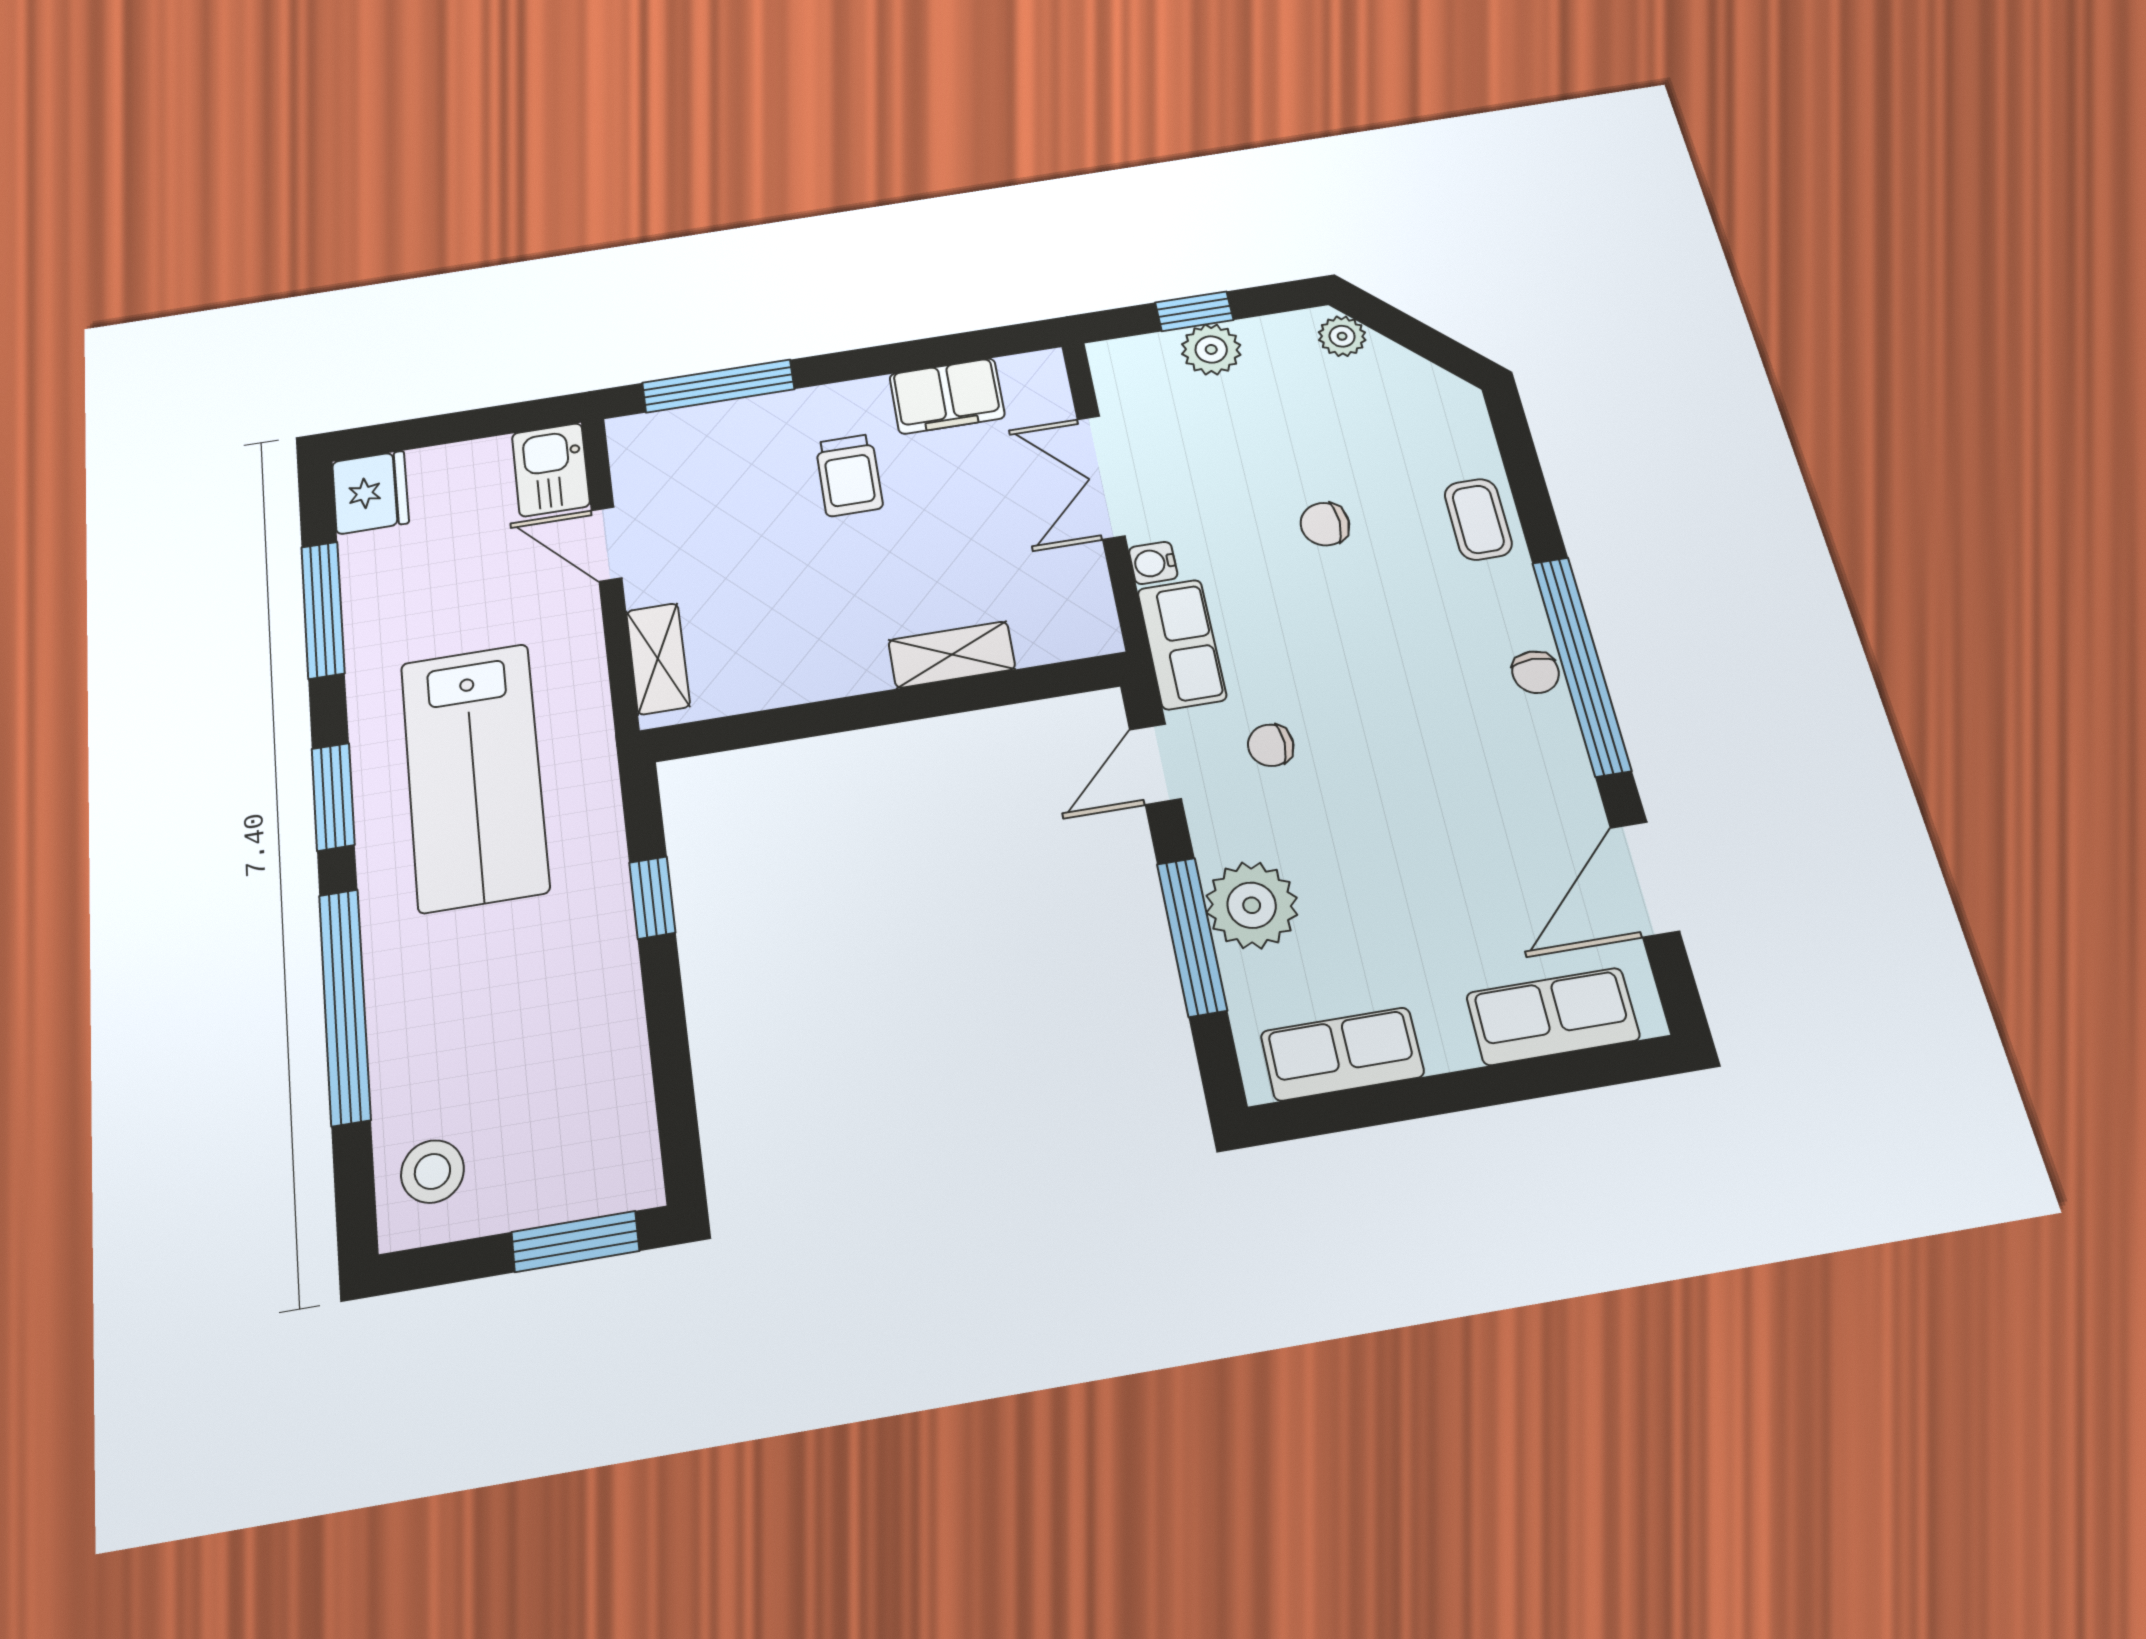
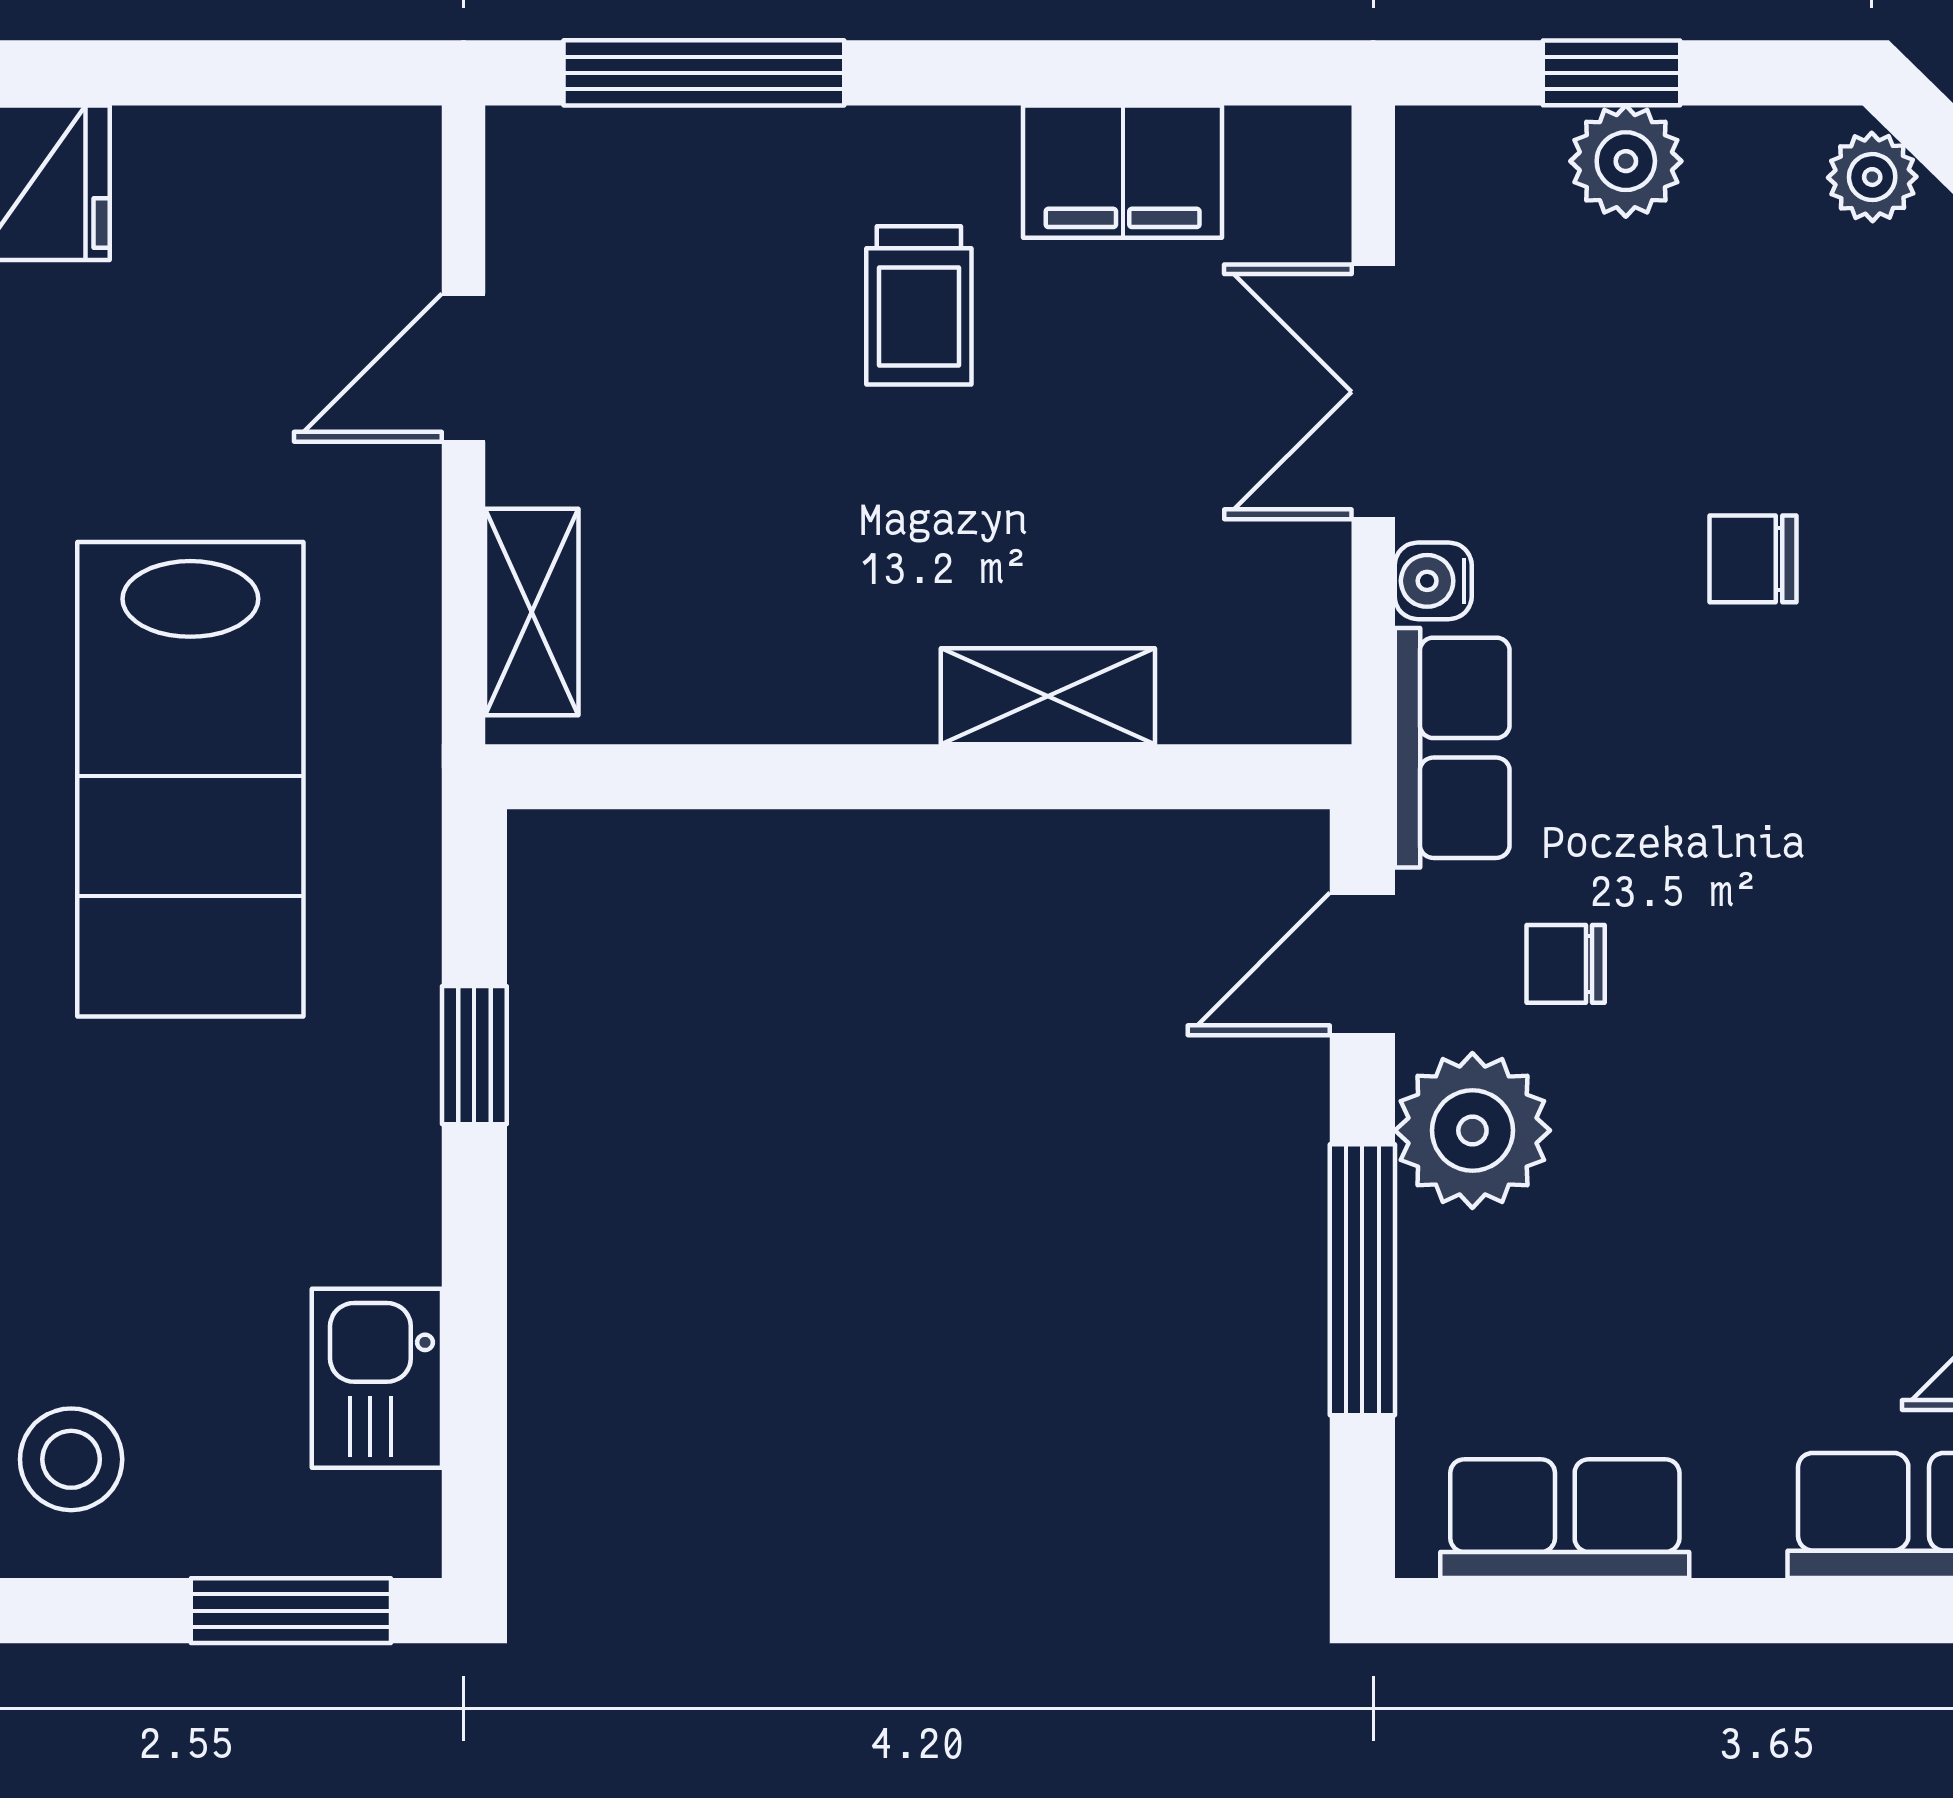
kitchen sink: (551, 470) -> (377, 1378), moved
door: (606, 544) -> (464, 368), hinge flipped
plant: (1252, 905) -> (1472, 1130), moved

